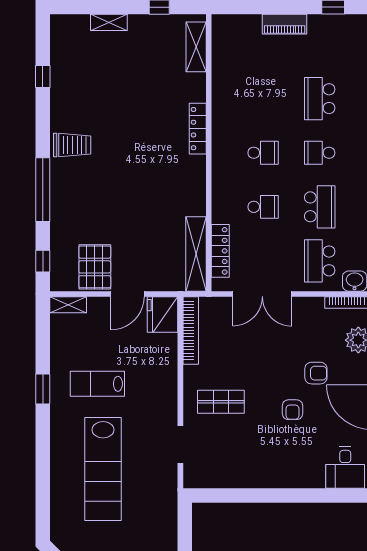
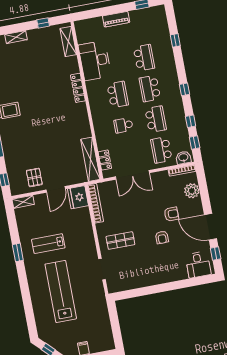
desk: (235, 88) -> (95, 61), added
school desk: (320, 99) -> (144, 58), turned 180
school desk: (263, 153) -> (118, 95), width x1.85
school desk: (320, 153) -> (150, 88), width x1.85
school desk: (263, 207) -> (123, 125), turned 180
locker: (220, 251) -> (105, 160), width x0.66
pallet: (95, 267) -> (34, 177), width x0.67, depth x0.71
lab bench: (103, 469) -> (61, 291), turned 180

